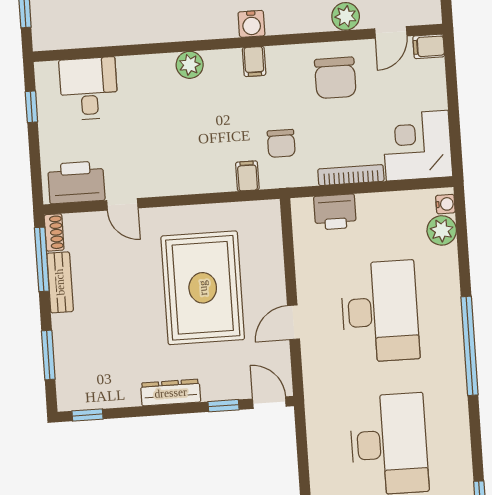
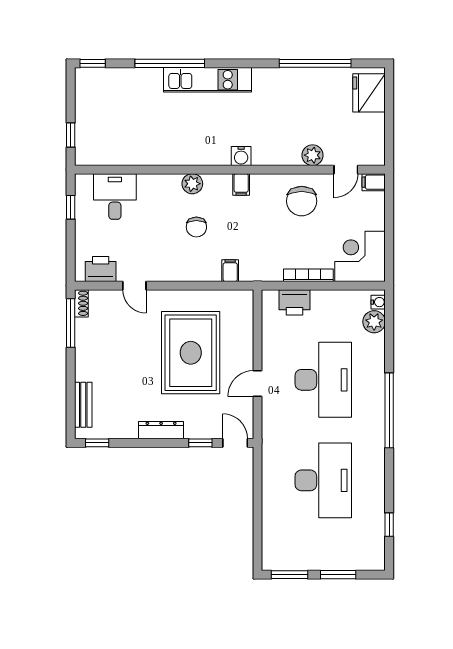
chair: (281, 143) -> (196, 227), moved
printer: (76, 182) -> (101, 269), width x0.73, depth x0.84
bench: (60, 282) -> (83, 405), moved
window: (48, 355) -> (71, 396), removed

